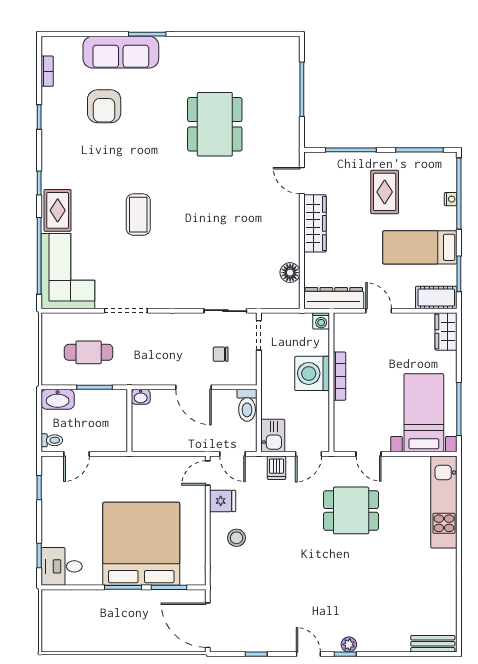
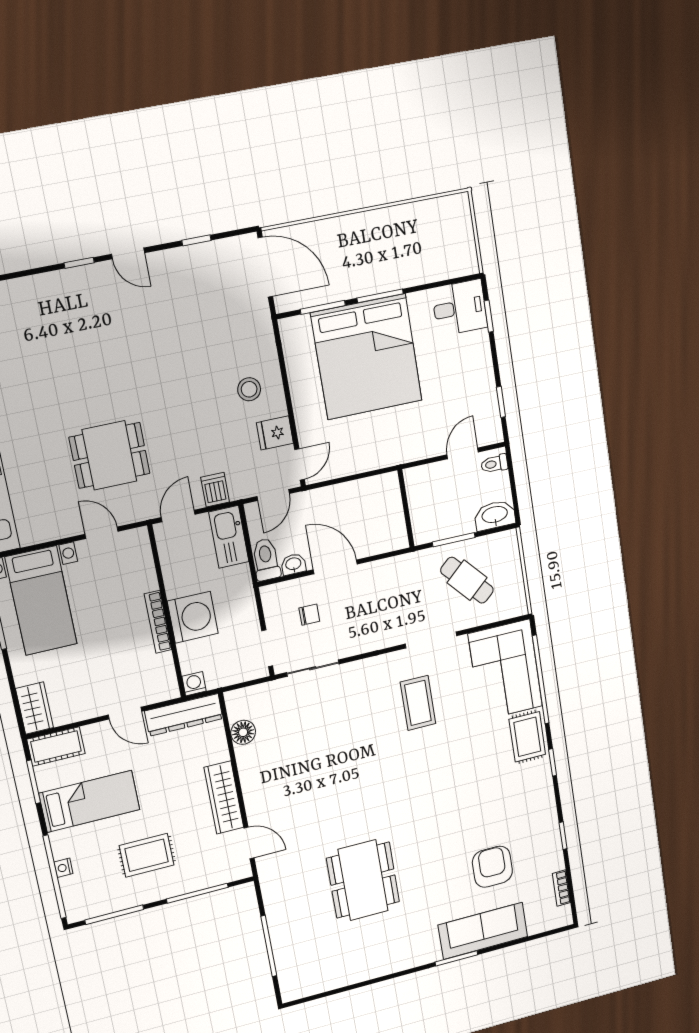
rug: (385, 192) -> (147, 855), turned 90
coffee table: (138, 215) -> (418, 703), moved
cafe table: (89, 352) -> (467, 580), turned 48
washbasin: (141, 397) -> (293, 564), moved
kitchen sink: (273, 436) -> (229, 537), width x1.38
door: (232, 454) -> (273, 495), swing flipped
plant: (349, 644) -> (77, 277), removed

